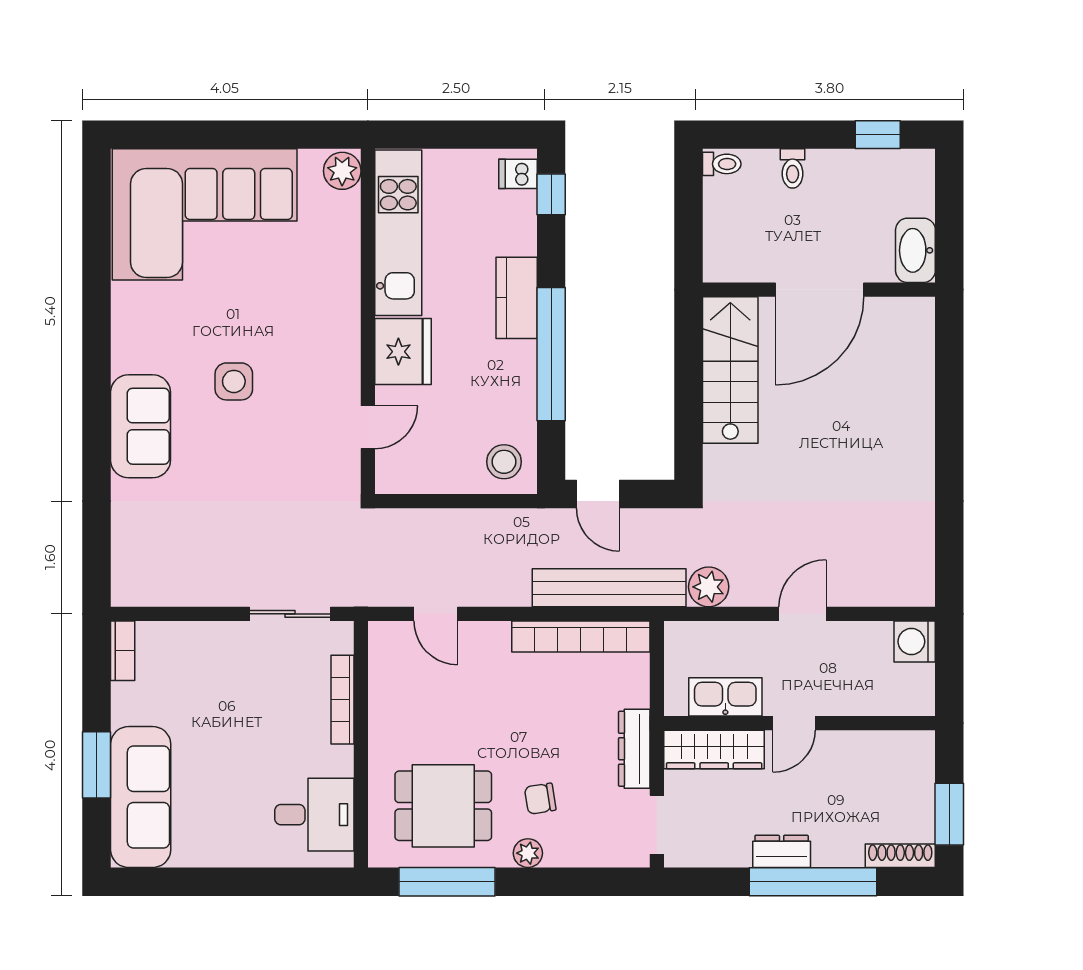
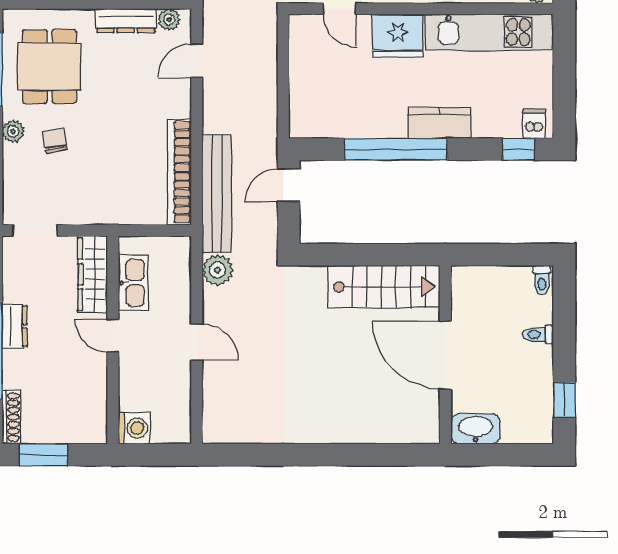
stool: (504, 462) -> (313, 113), removed
washing machine: (915, 642) -> (134, 428), moved, turned 90
plant: (382, 650) -> (169, 20), added
dresser: (634, 749) -> (126, 21), moved, turned 180

